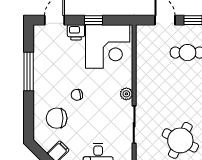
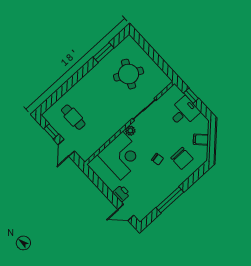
window: (93, 20) -> (105, 190), removed
corner desk: (108, 46) -> (122, 156), moved, turned 90

